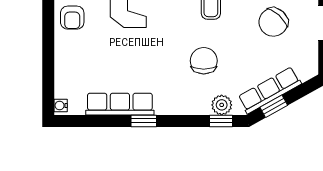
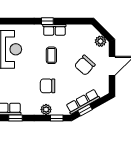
chair: (204, 61) -> (48, 86), turned -90
plant: (222, 105) -> (46, 109), moved

